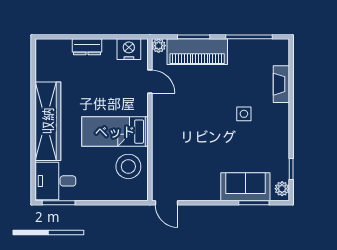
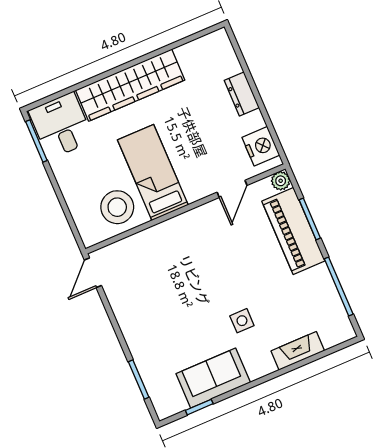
sofa: (245, 187) -> (213, 378), moved, turned -90
plant: (282, 189) -> (170, 406), removed

